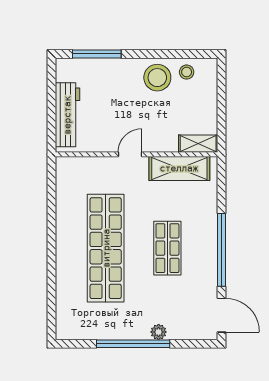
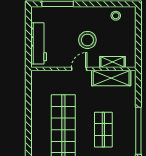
stool: (157, 78) -> (87, 40), moved
shelving: (198, 144) -> (112, 62), moved

